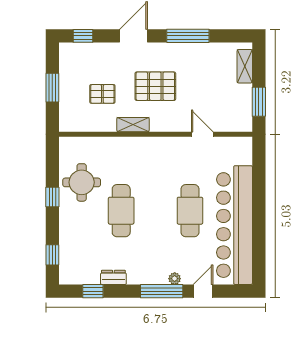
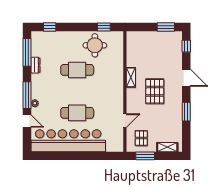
window: (188, 36) -> (186, 112), width x0.69
window: (52, 88) -> (166, 27), moved
pallet: (102, 94) -> (141, 138), moved
window: (52, 197) -> (104, 27), moved
window: (93, 291) -> (27, 52), width x2.17

